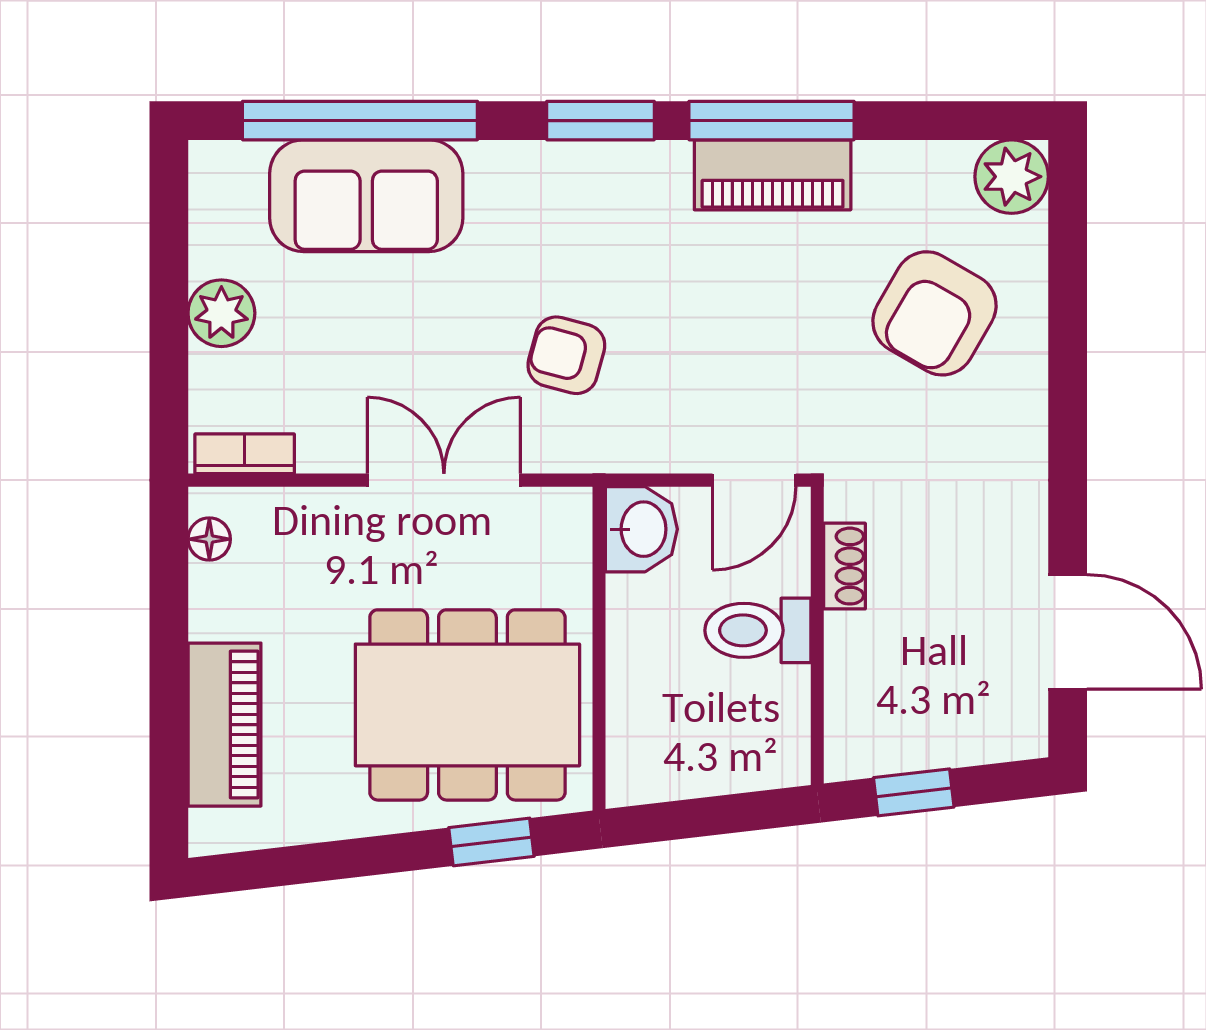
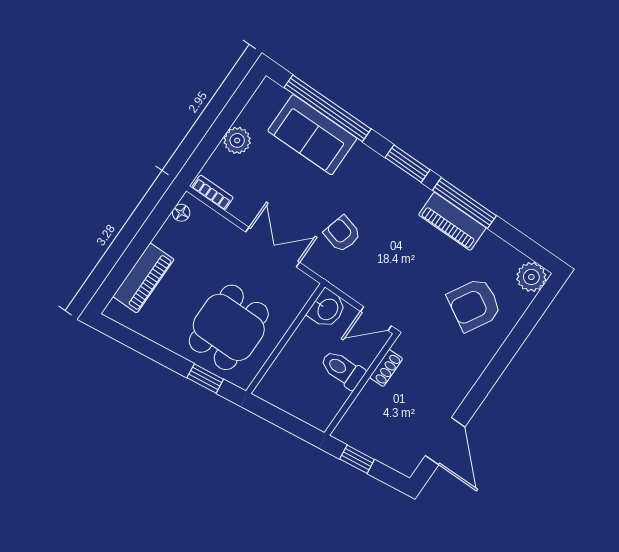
dining table: (467, 705) -> (229, 327), width x0.73

